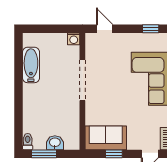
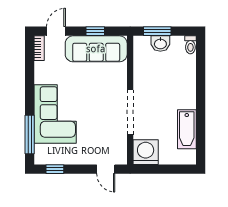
washing machine: (74, 39) -> (146, 152), width x1.89, depth x1.89
sofa: (106, 138) -> (96, 49), width x1.36
window: (44, 154) -> (157, 31), moved

